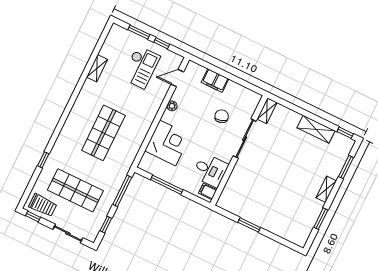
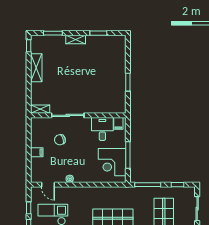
filing cabinet: (215, 81) -> (37, 152), width x0.50
corner desk: (168, 143) -> (112, 162), moved, turned -90

